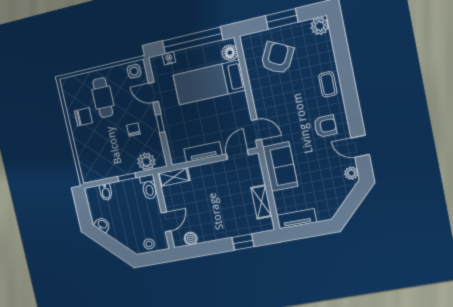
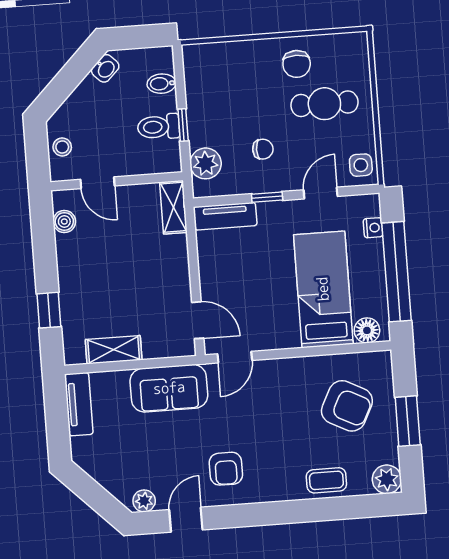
coffee table: (328, 84) -> (326, 480), moved
tv unit: (203, 152) -> (225, 216), moved, turned 90
toilet: (149, 187) -> (158, 127), moved

